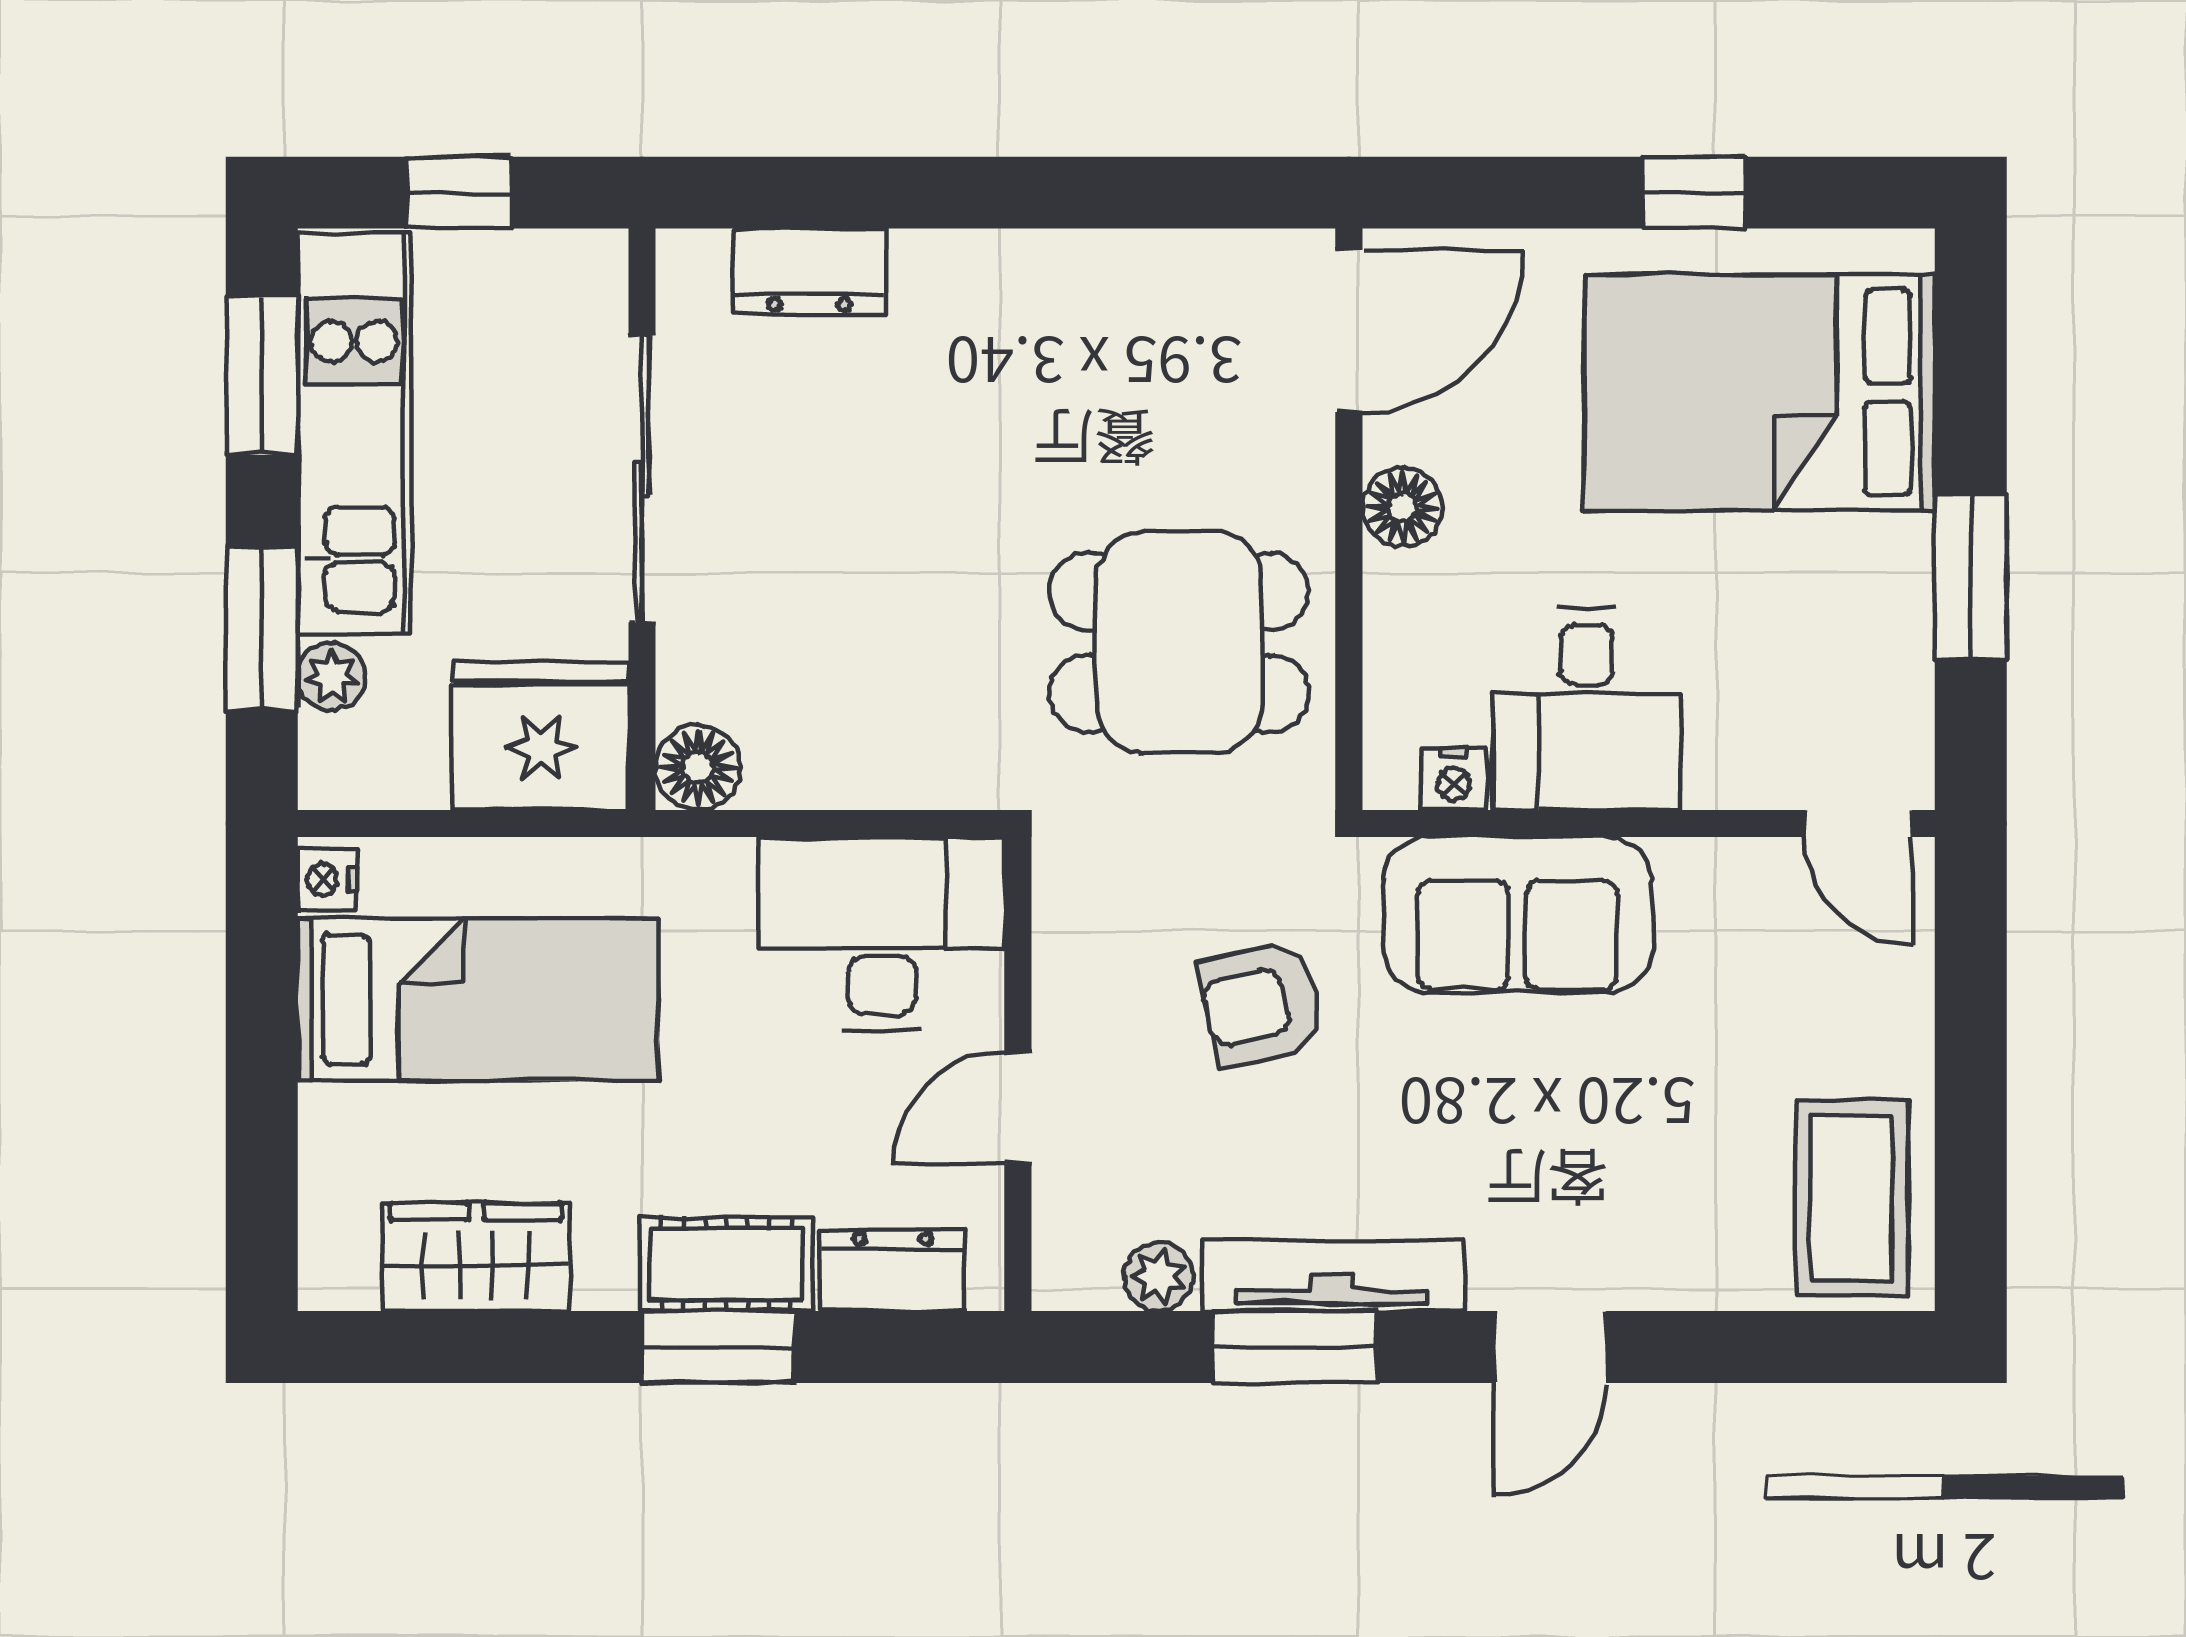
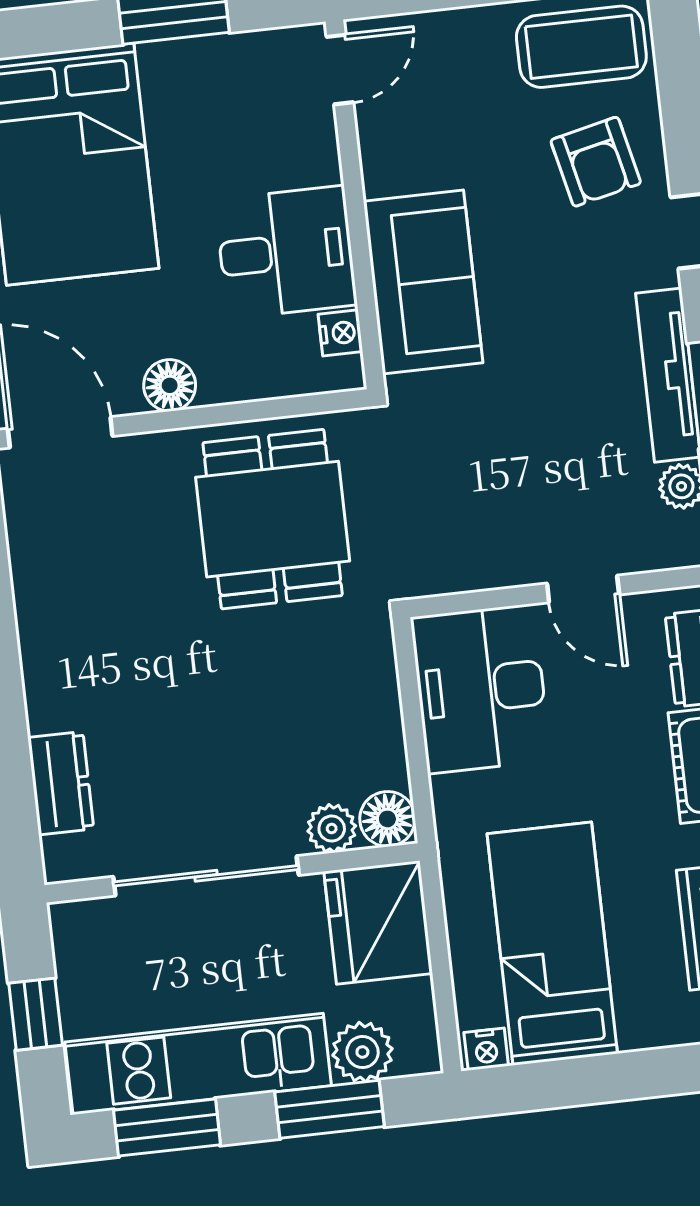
plant: (331, 676) -> (362, 1052), width x1.38, depth x1.38
plant: (693, 680) -> (332, 829), added
armchair: (1262, 1004) -> (596, 162), moved

